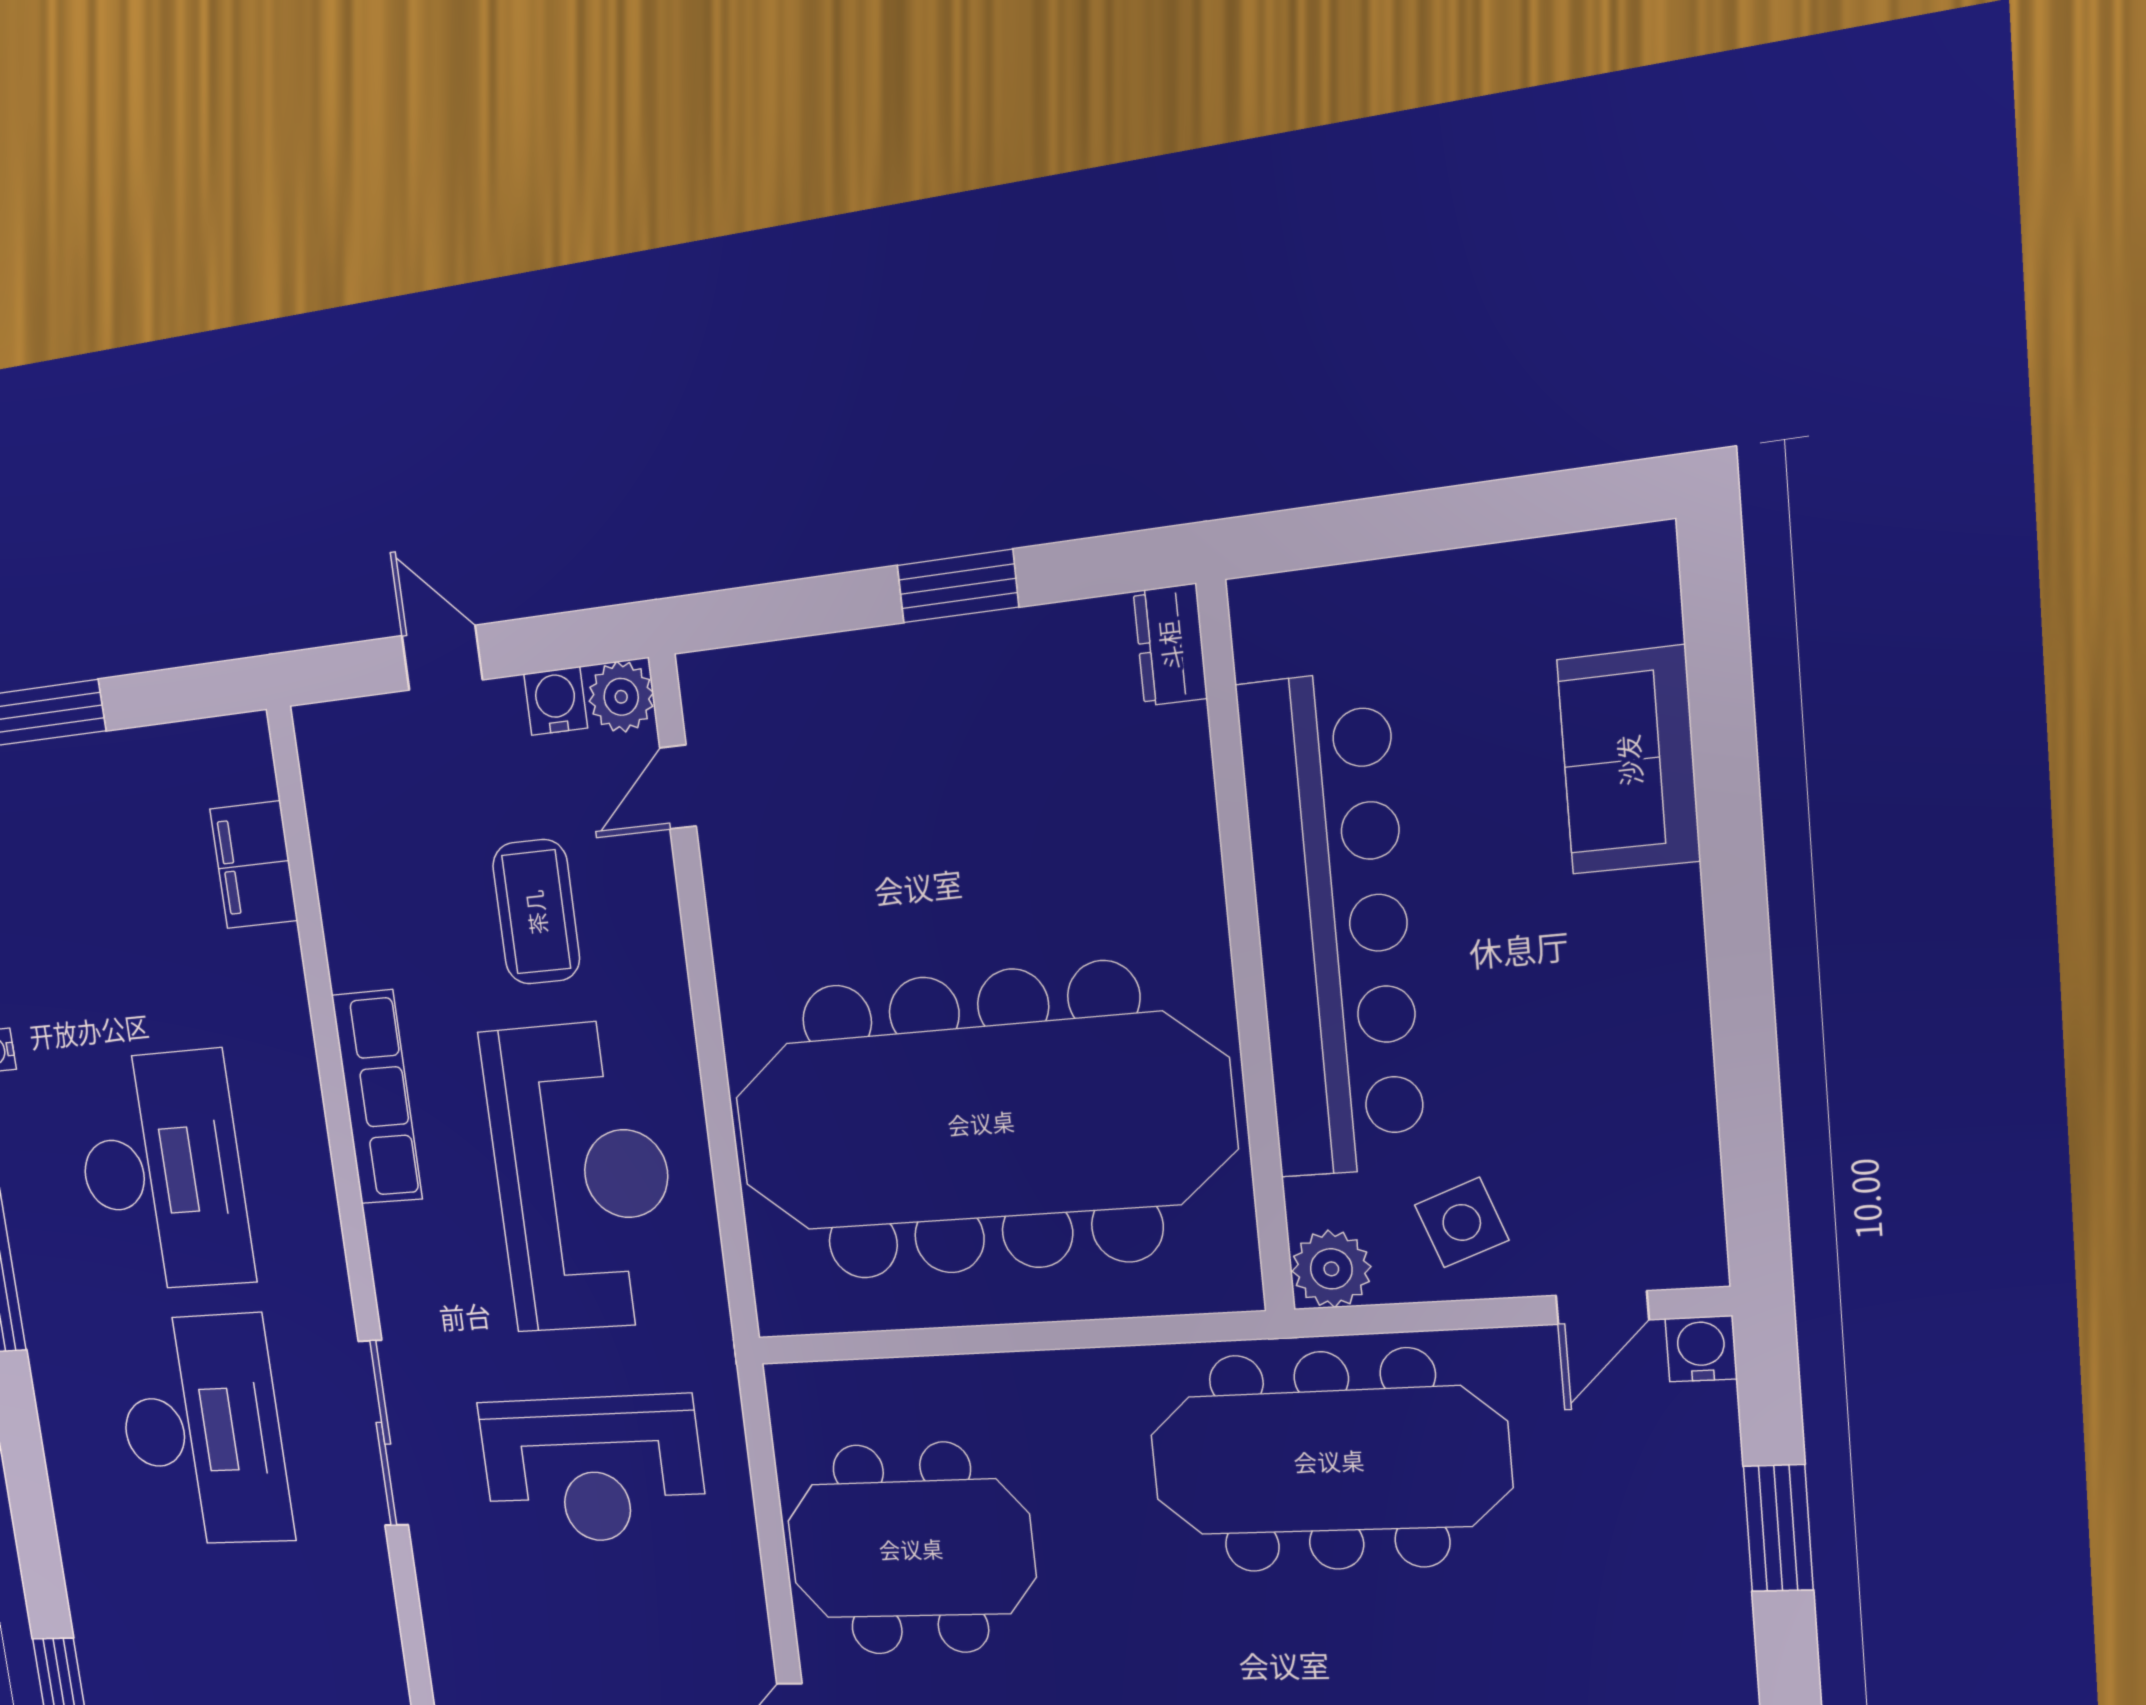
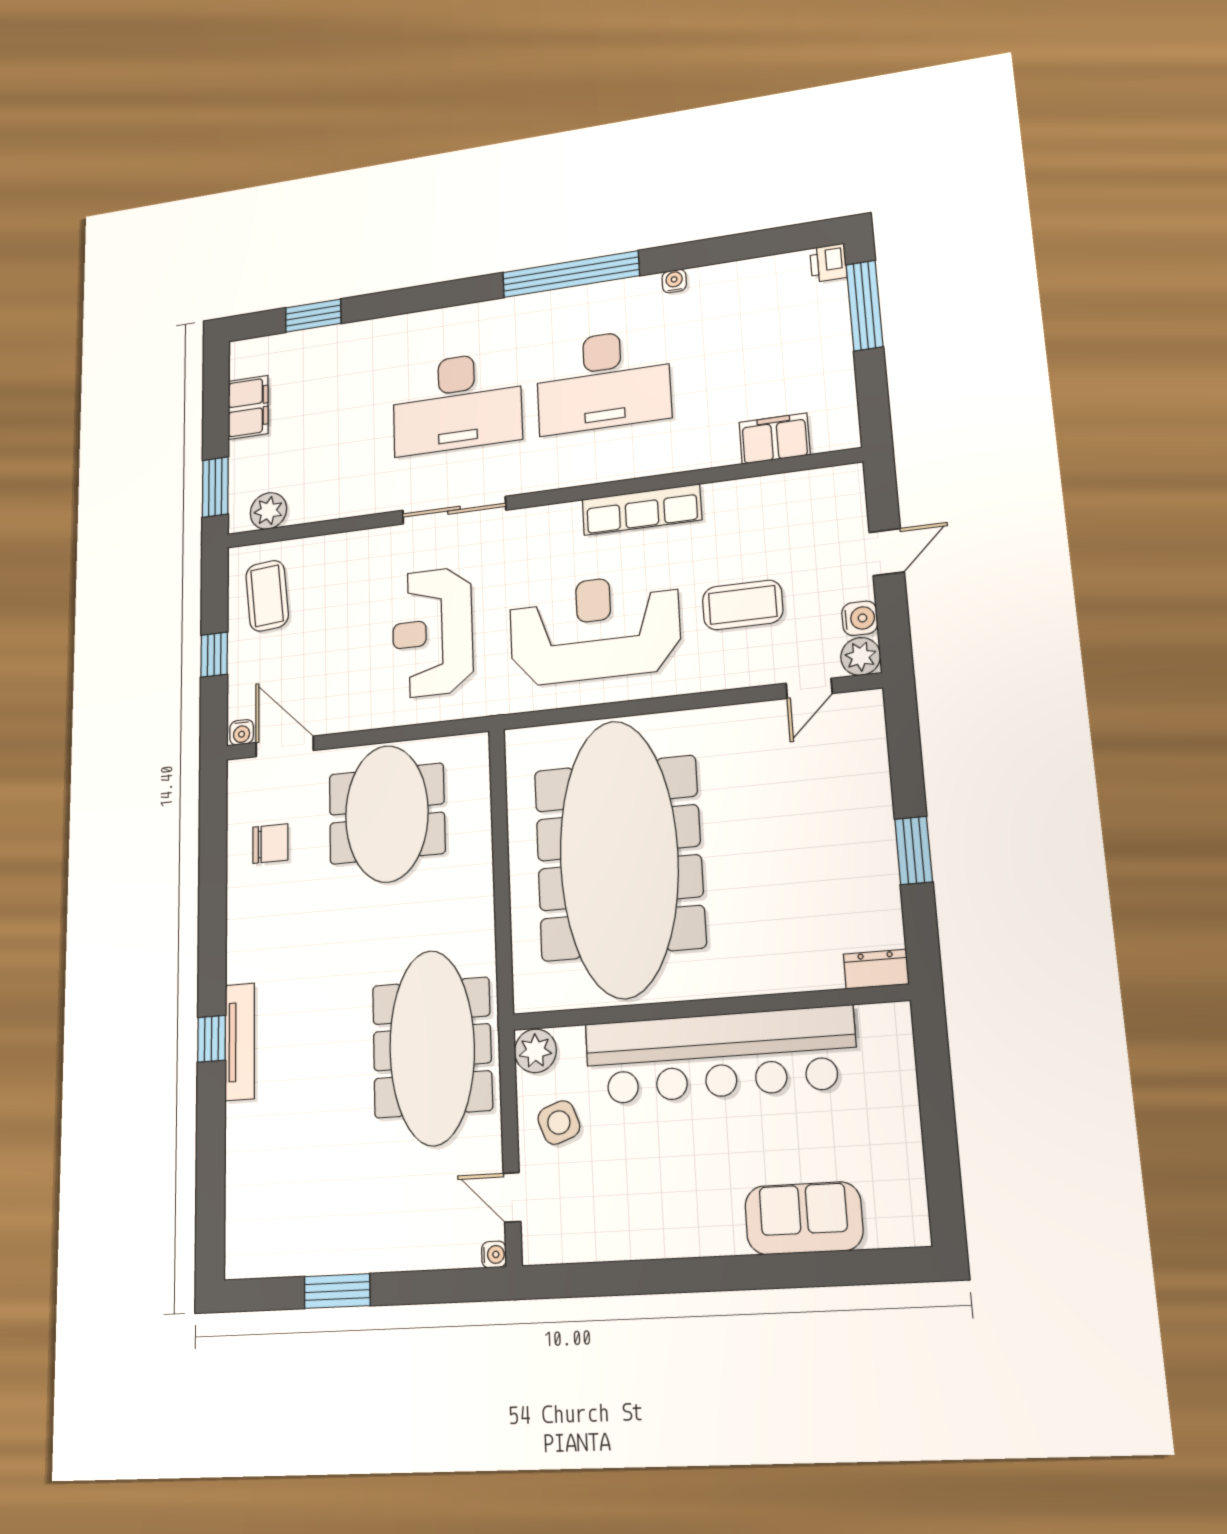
door: (678, 787) -> (809, 688), swing flipped
reception desk: (582, 1177) -> (594, 629), turned 180
water cooler: (1701, 1349) -> (494, 1254), width x0.72, depth x0.72
window: (1778, 1528) -> (337, 1291), moved

